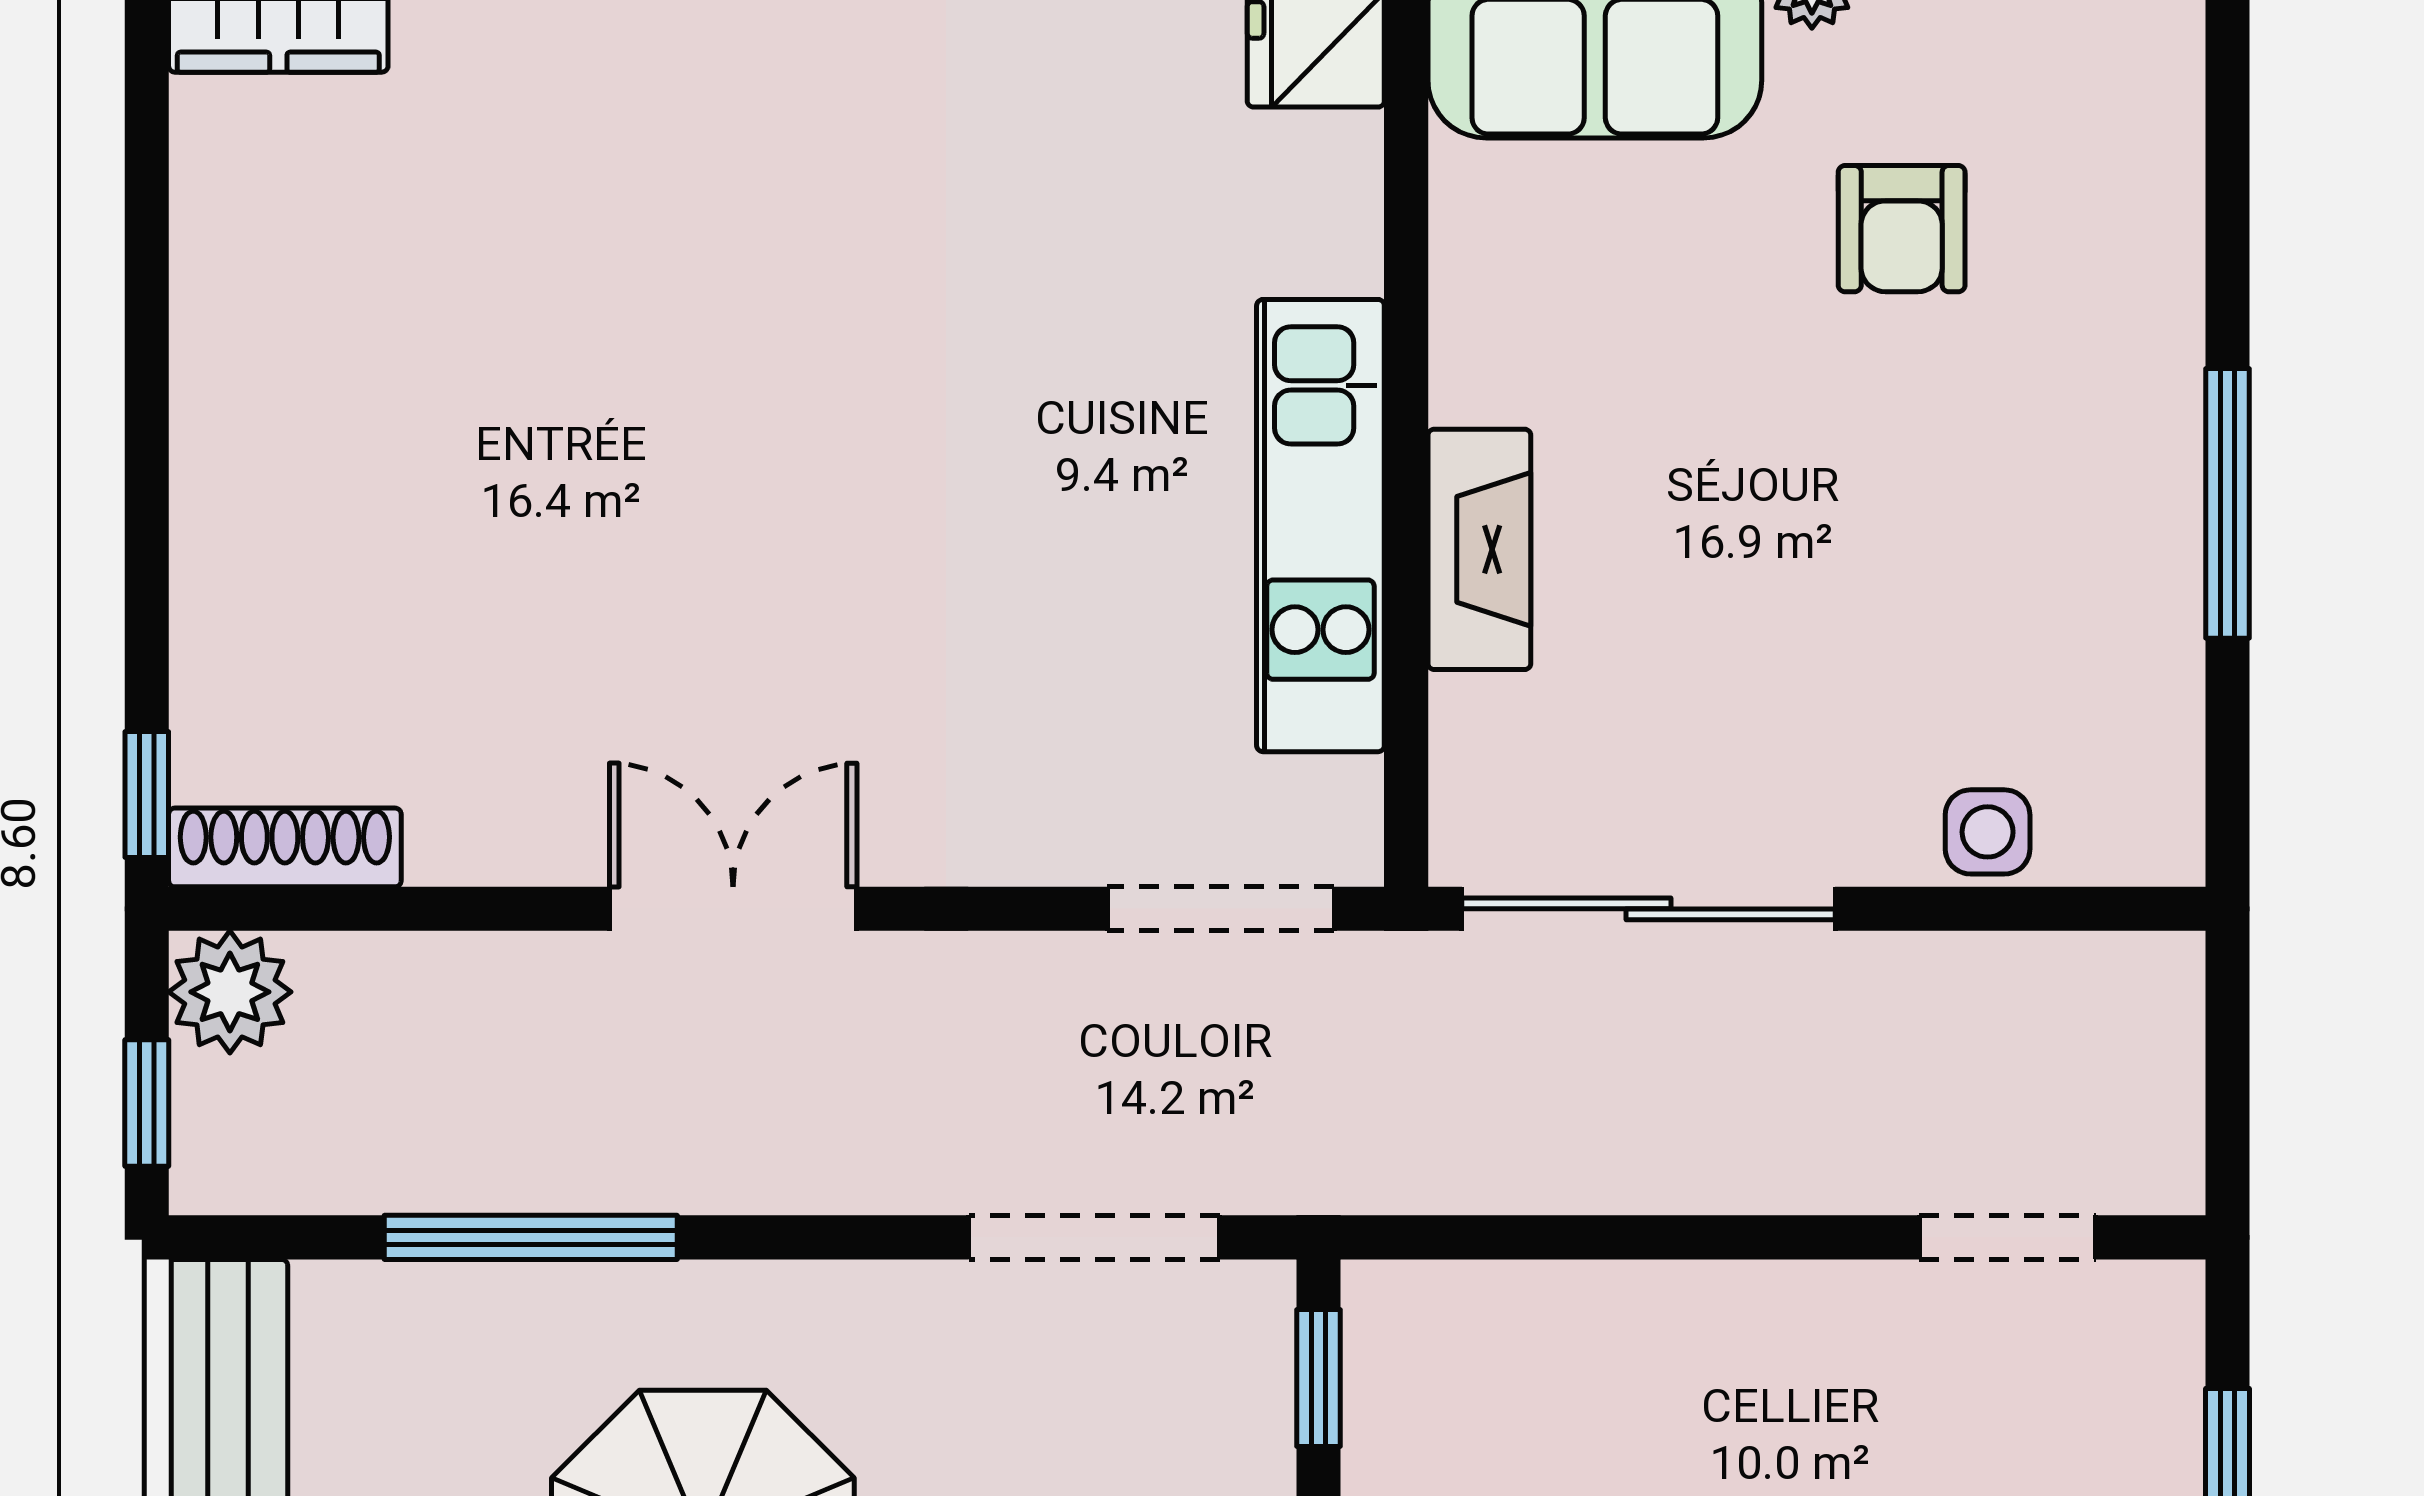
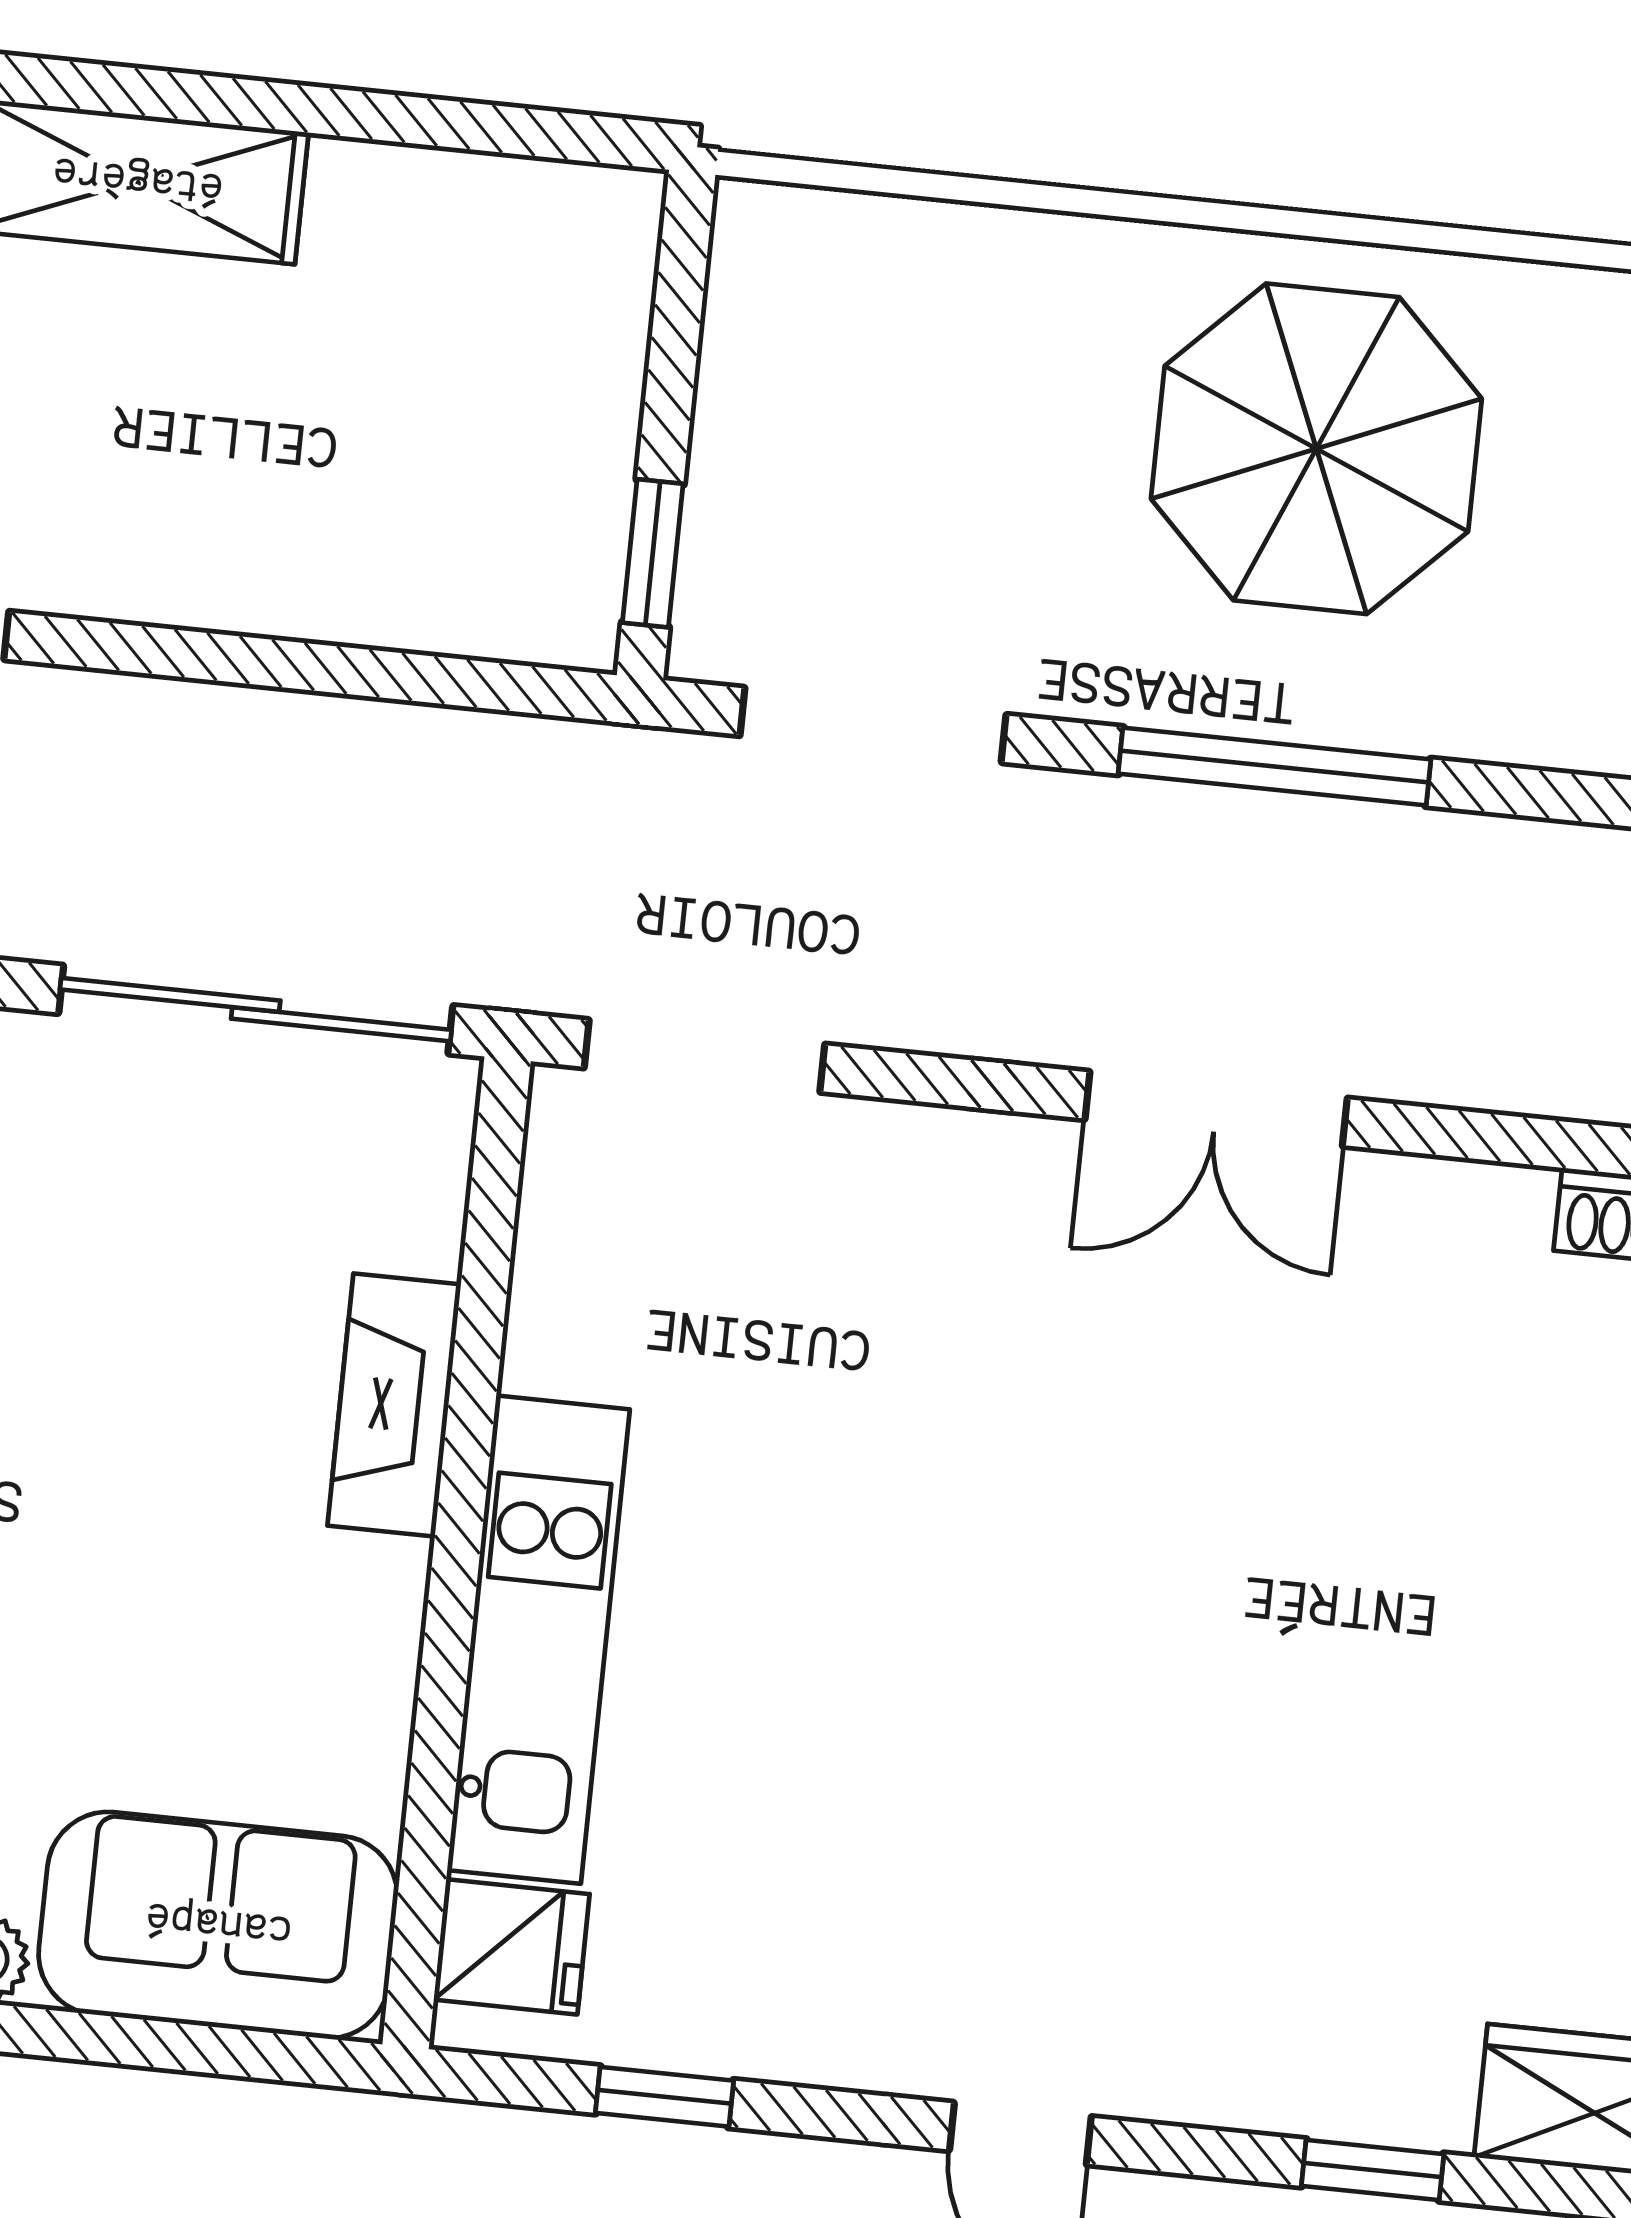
kitchen unit: (1320, 526) -> (538, 1640), moved
window: (531, 1237) -> (1274, 767), moved

